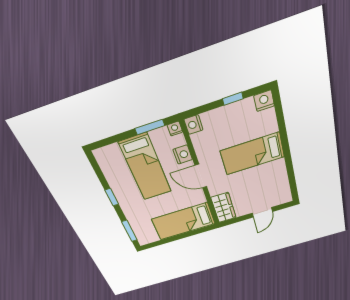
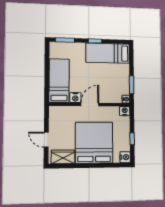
bed: (252, 154) -> (94, 143), width x2.04
nightstand: (183, 155) -> (75, 98), moved
bed: (146, 167) -> (108, 53), moved
wardrobe: (224, 208) -> (63, 157), moved, turned 180

